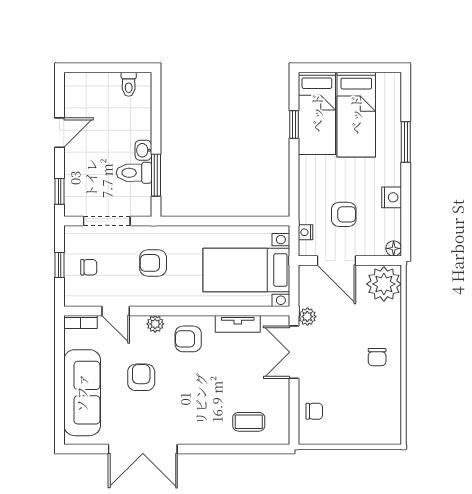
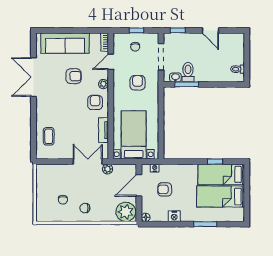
washbasin: (143, 150) -> (175, 77), moved
armchair: (344, 214) -> (165, 189), turned 90
chair: (314, 411) -> (63, 200), moved

